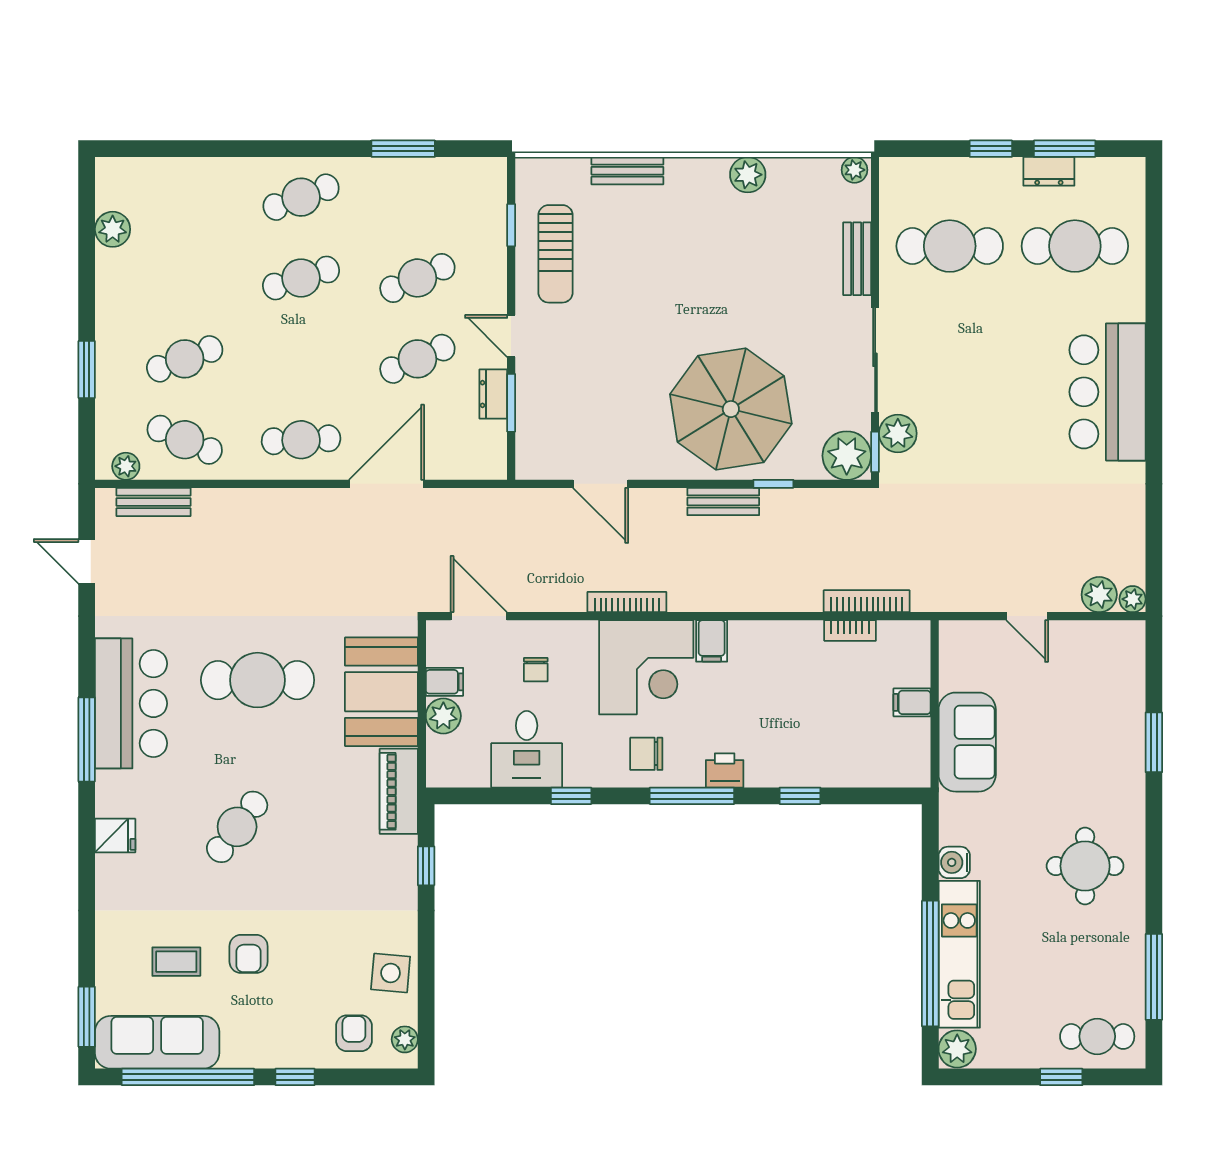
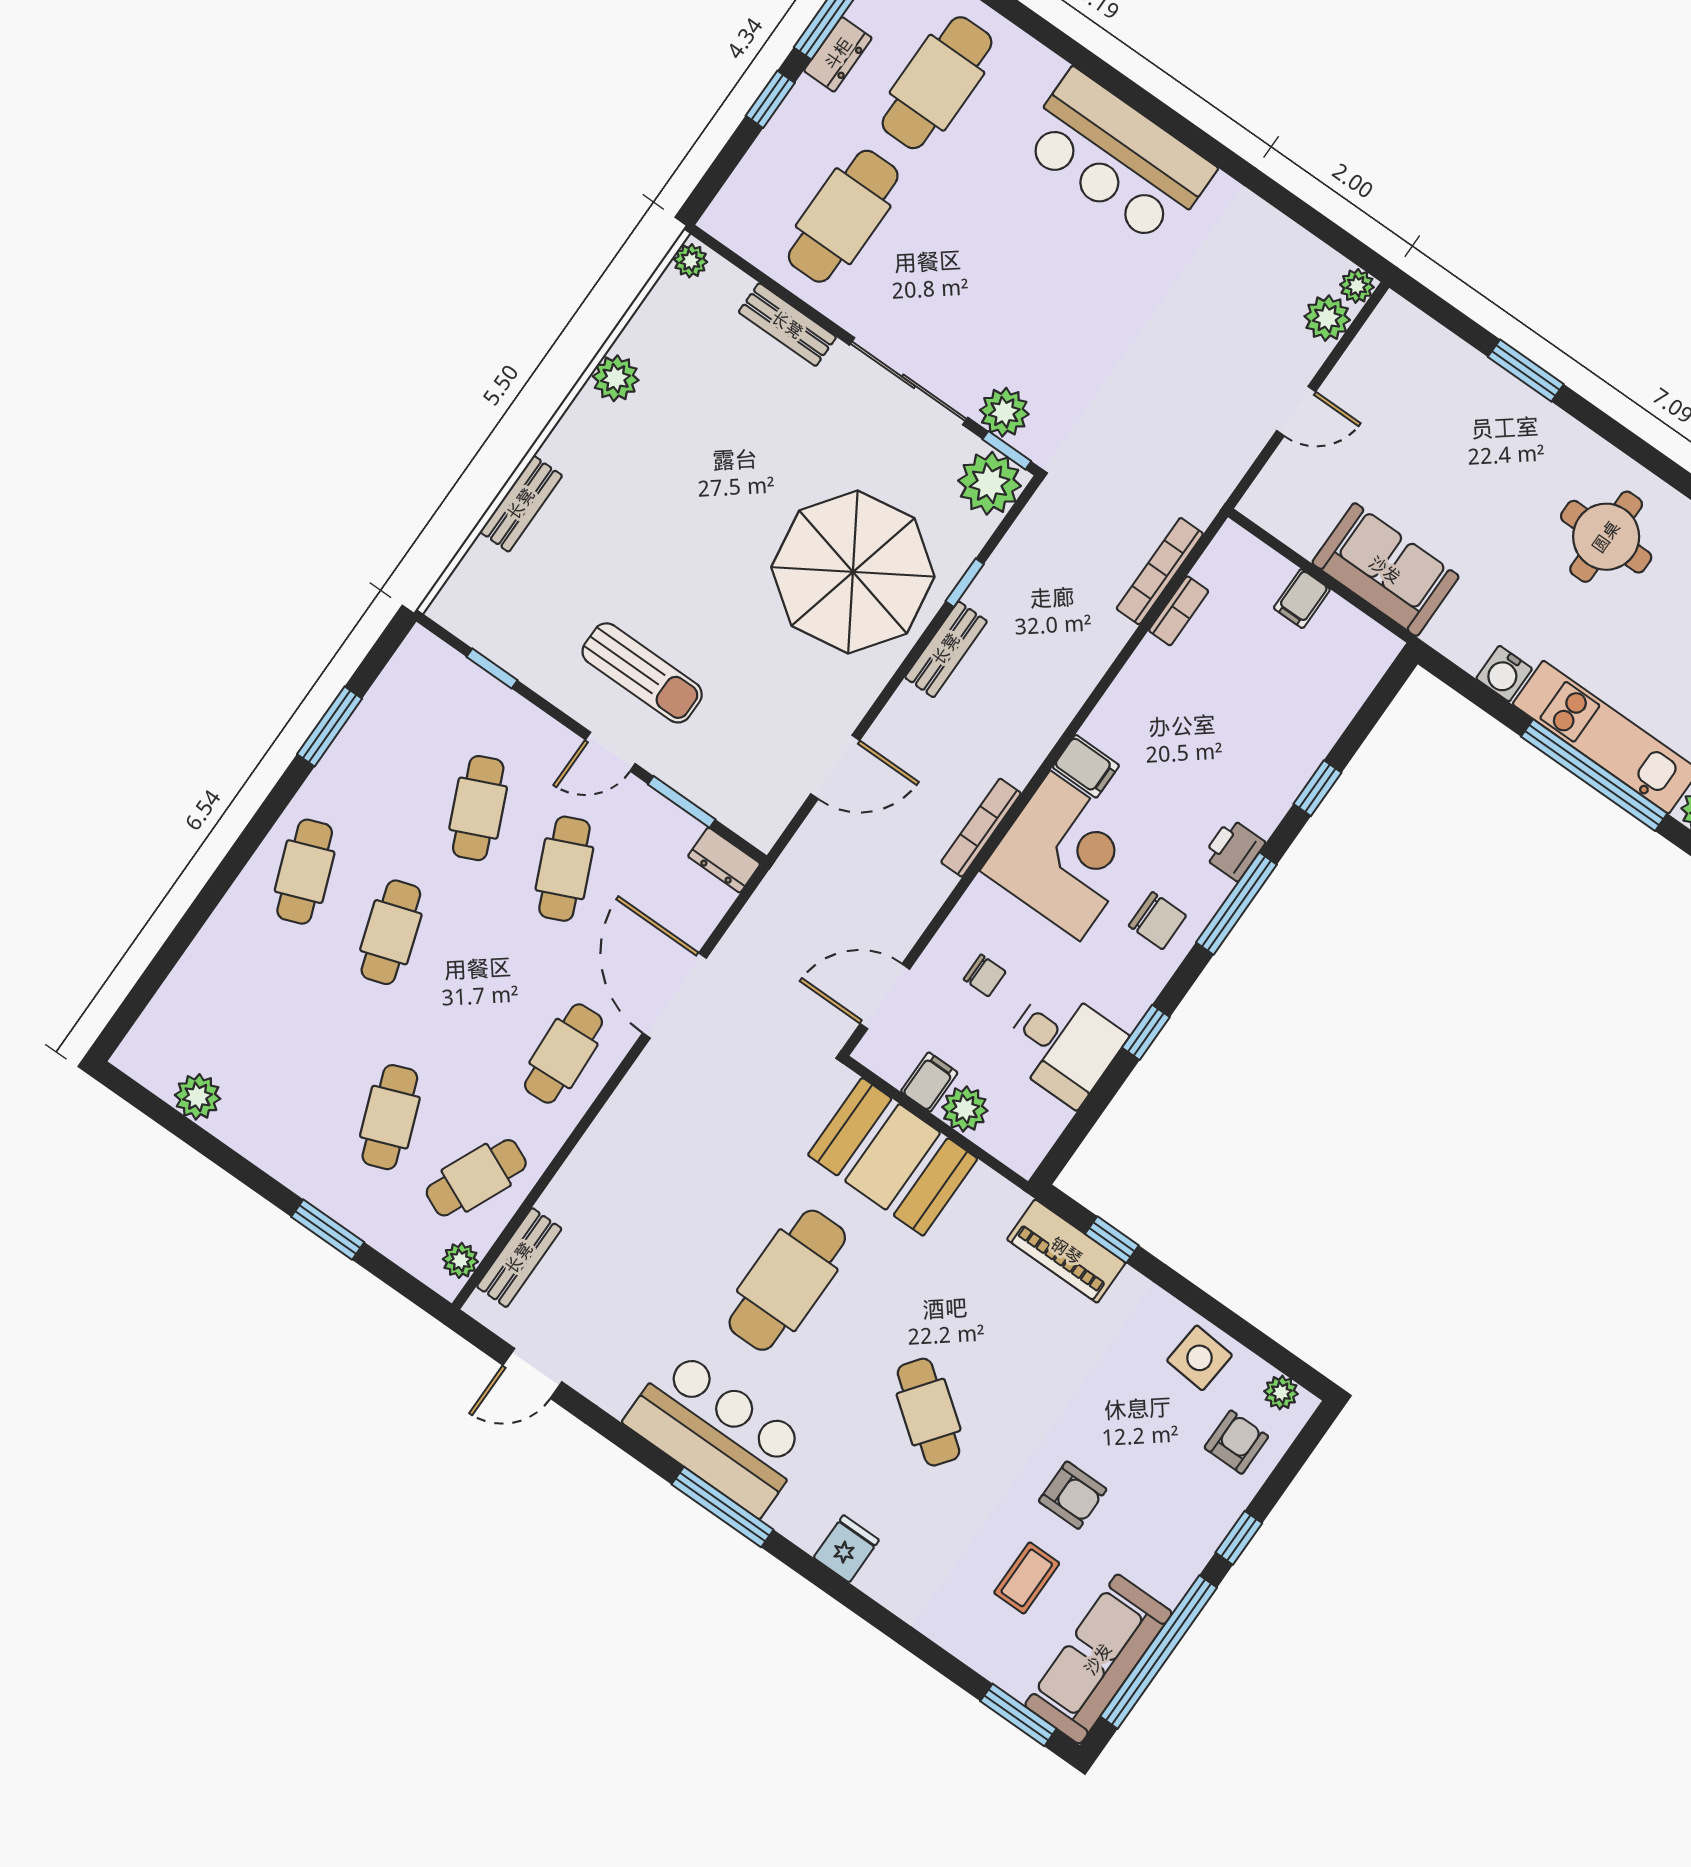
sun lounger: (556, 254) -> (642, 673), moved
dresser: (493, 394) -> (724, 860), moved
chair: (646, 754) -> (1157, 921), turned -90
piano: (399, 791) -> (1066, 1251), moved
armchair: (354, 1033) -> (1236, 1442), turned 90

